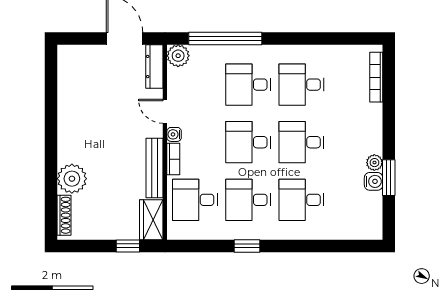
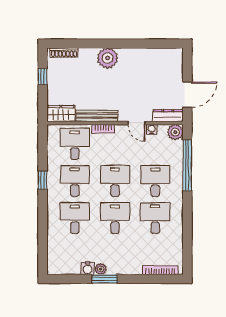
door: (165, 111) -> (137, 123), swing flipped
water cooler: (174, 134) -> (152, 129), moved
window: (389, 178) -> (105, 279), moved
plant: (72, 179) -> (108, 58), moved
window: (128, 246) -> (43, 77), moved

